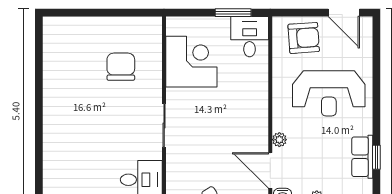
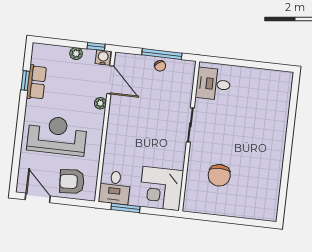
corner desk: (191, 62) -> (161, 188), moved

